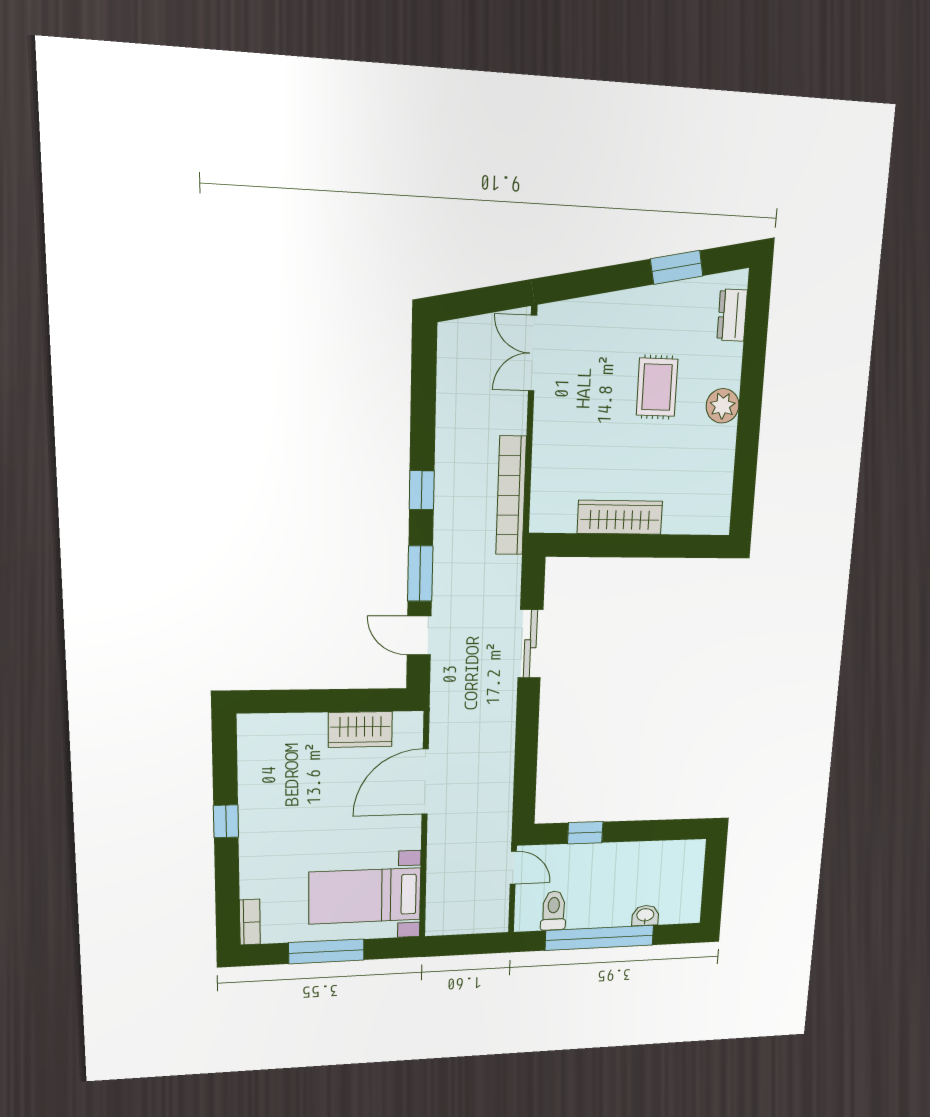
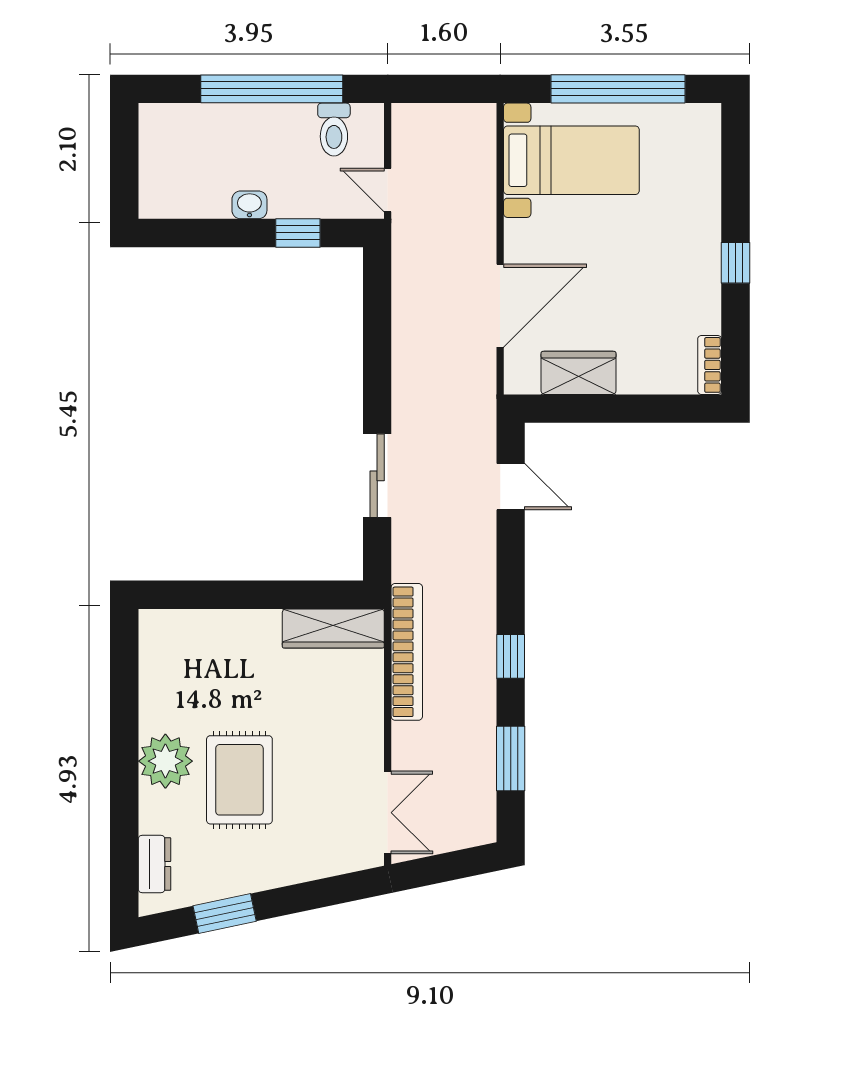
rug: (657, 387) -> (239, 780), width x1.36, depth x1.43
plant: (723, 406) -> (165, 761), width x1.36, depth x1.36
wardrobe: (620, 517) -> (333, 629), moved
window: (420, 574) -> (511, 758), moved
washbasin: (645, 915) -> (249, 205), moved, turned 180
bookcase: (250, 922) -> (710, 365), moved
window: (326, 951) -> (618, 89), width x1.46

